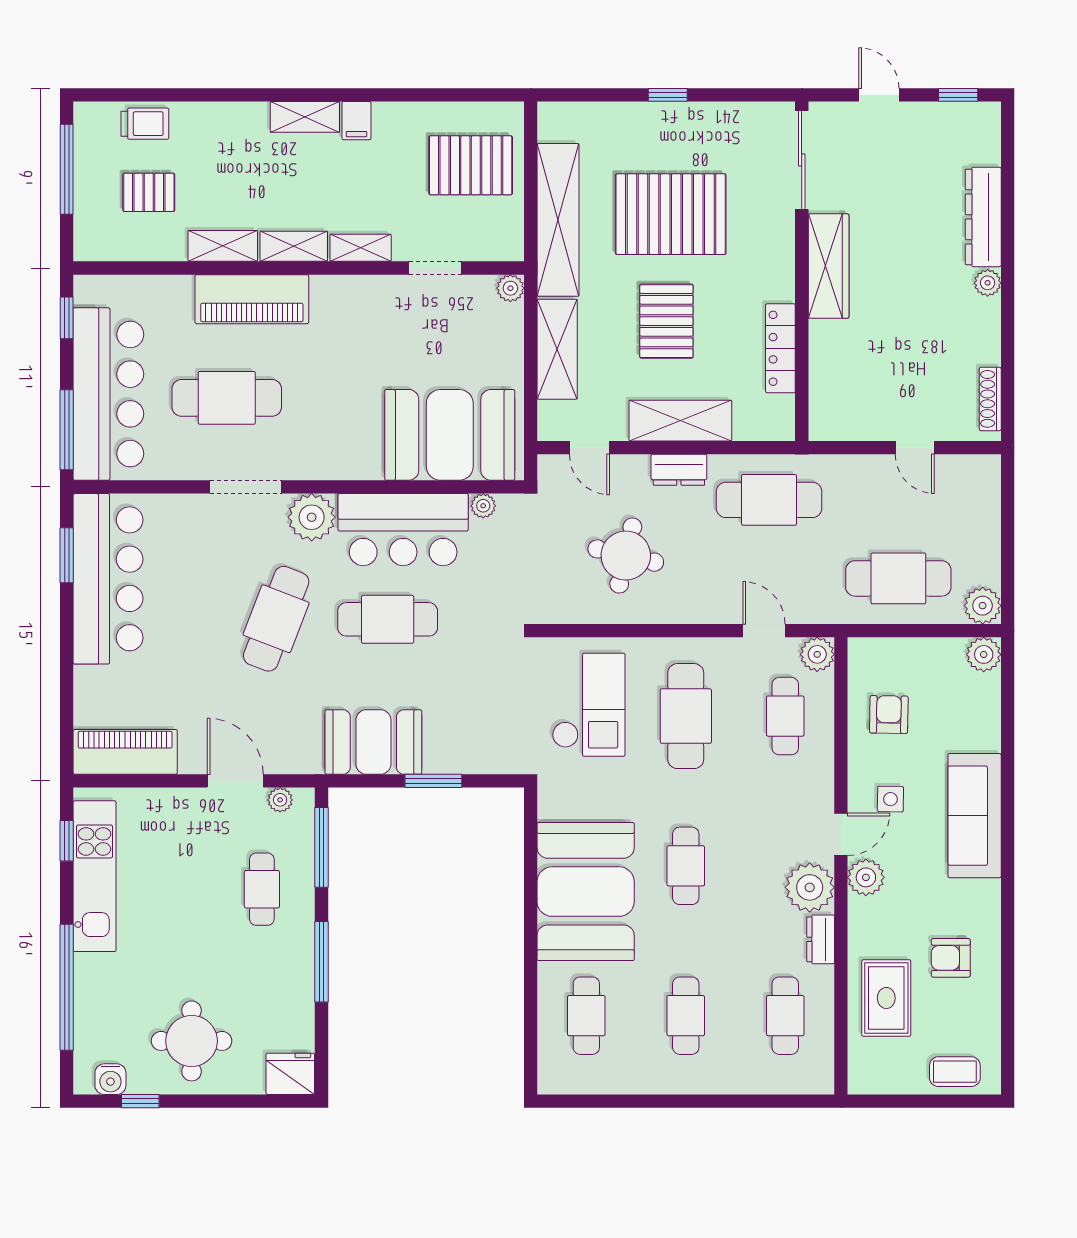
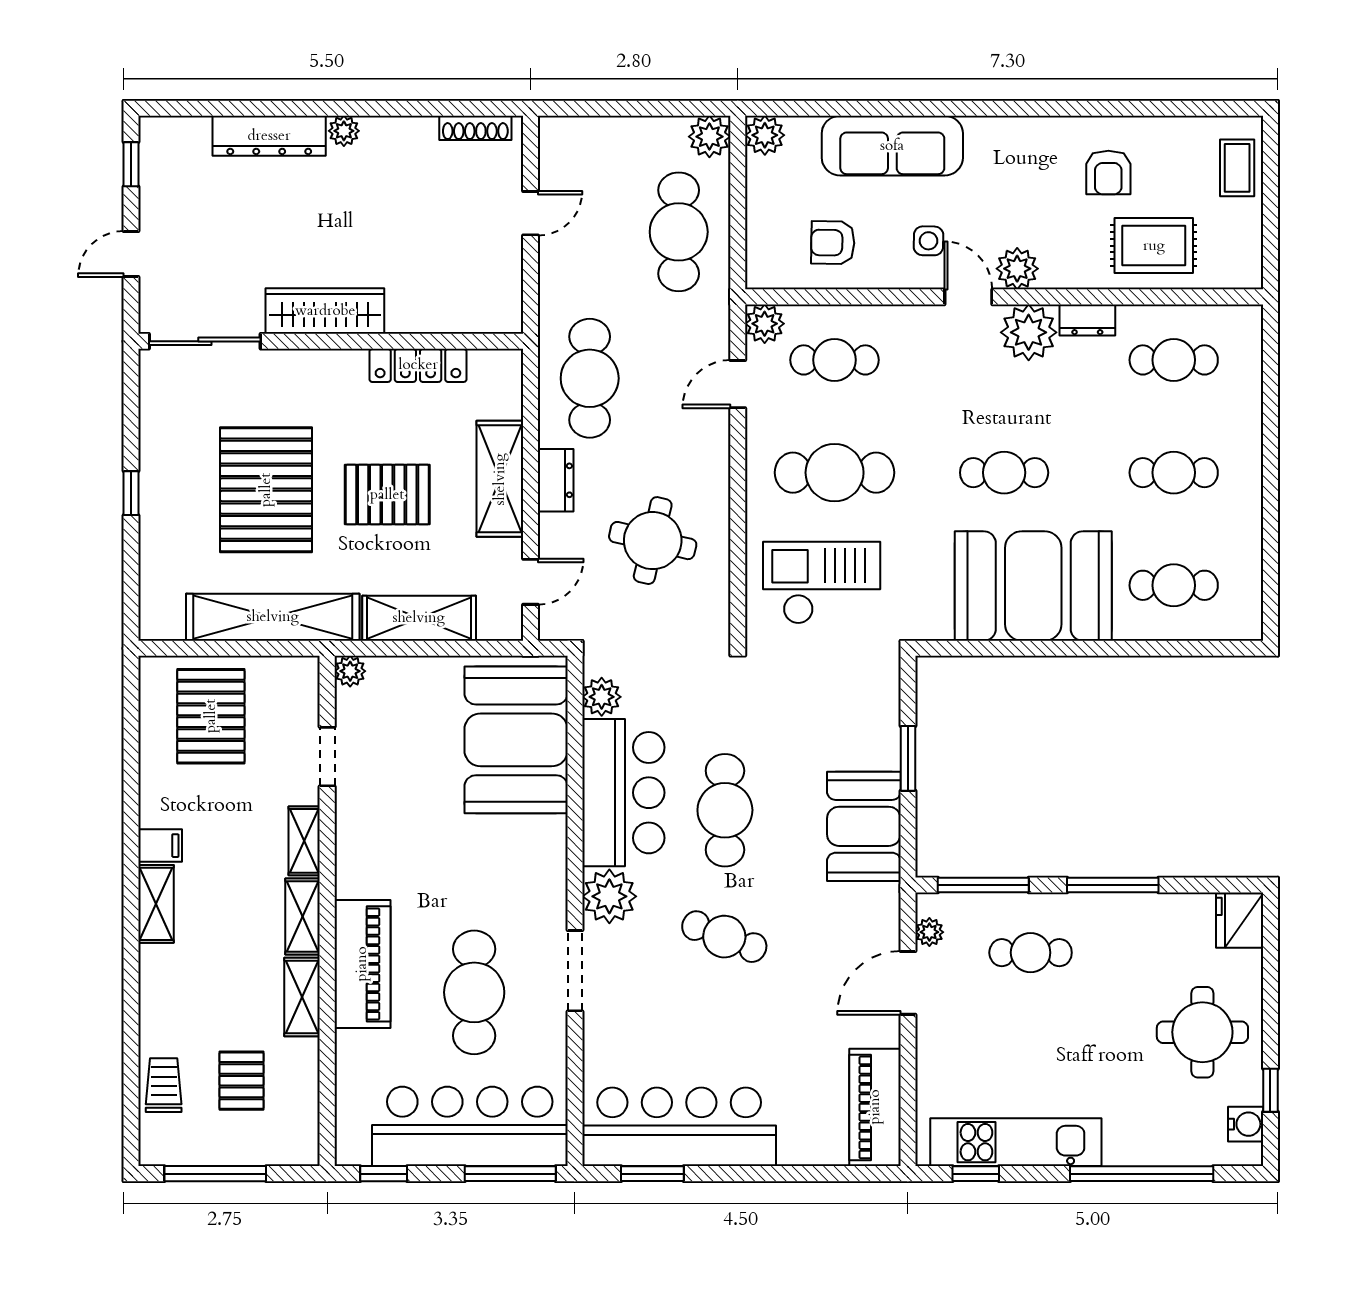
plant: (483, 506) -> (602, 697), width x1.38, depth x1.38
cafe table: (276, 619) -> (724, 937), width x0.73, depth x0.74
sofa: (975, 816) -> (892, 146), moved

